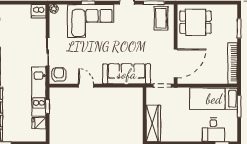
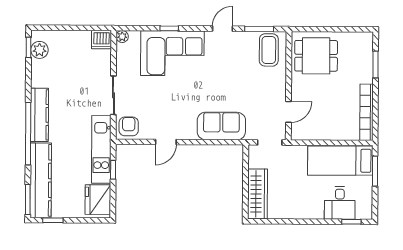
door: (176, 63) -> (289, 112), width x0.53
sofa: (127, 74) -> (221, 126), width x0.73
door: (86, 86) -> (166, 142), swing flipped
fridge: (39, 123) -> (98, 200), width x1.88, depth x1.34

